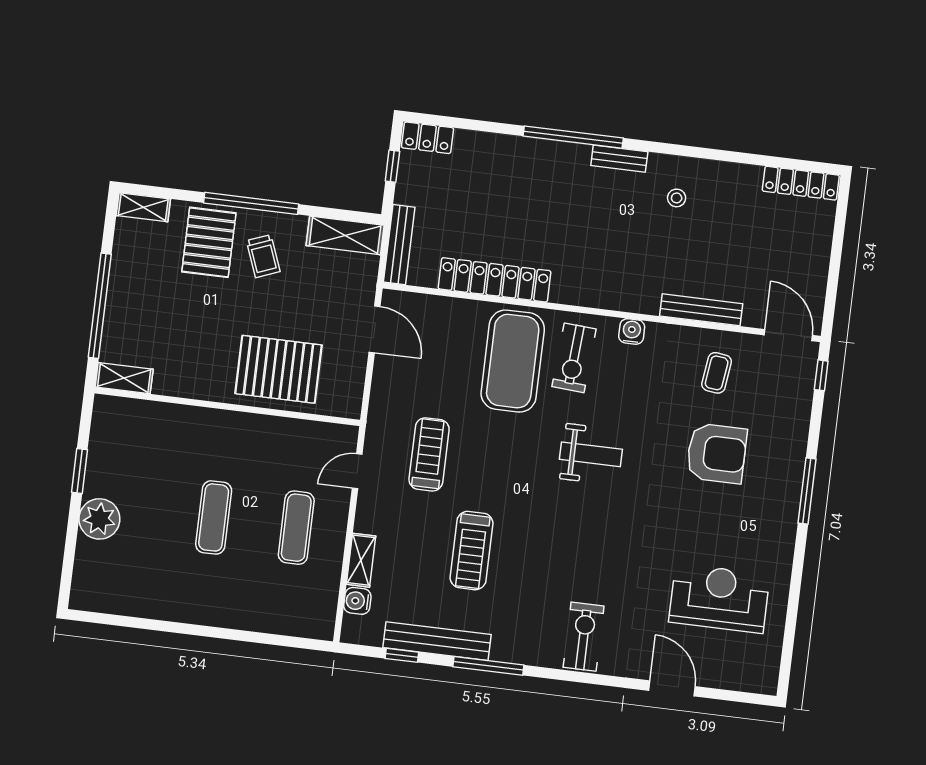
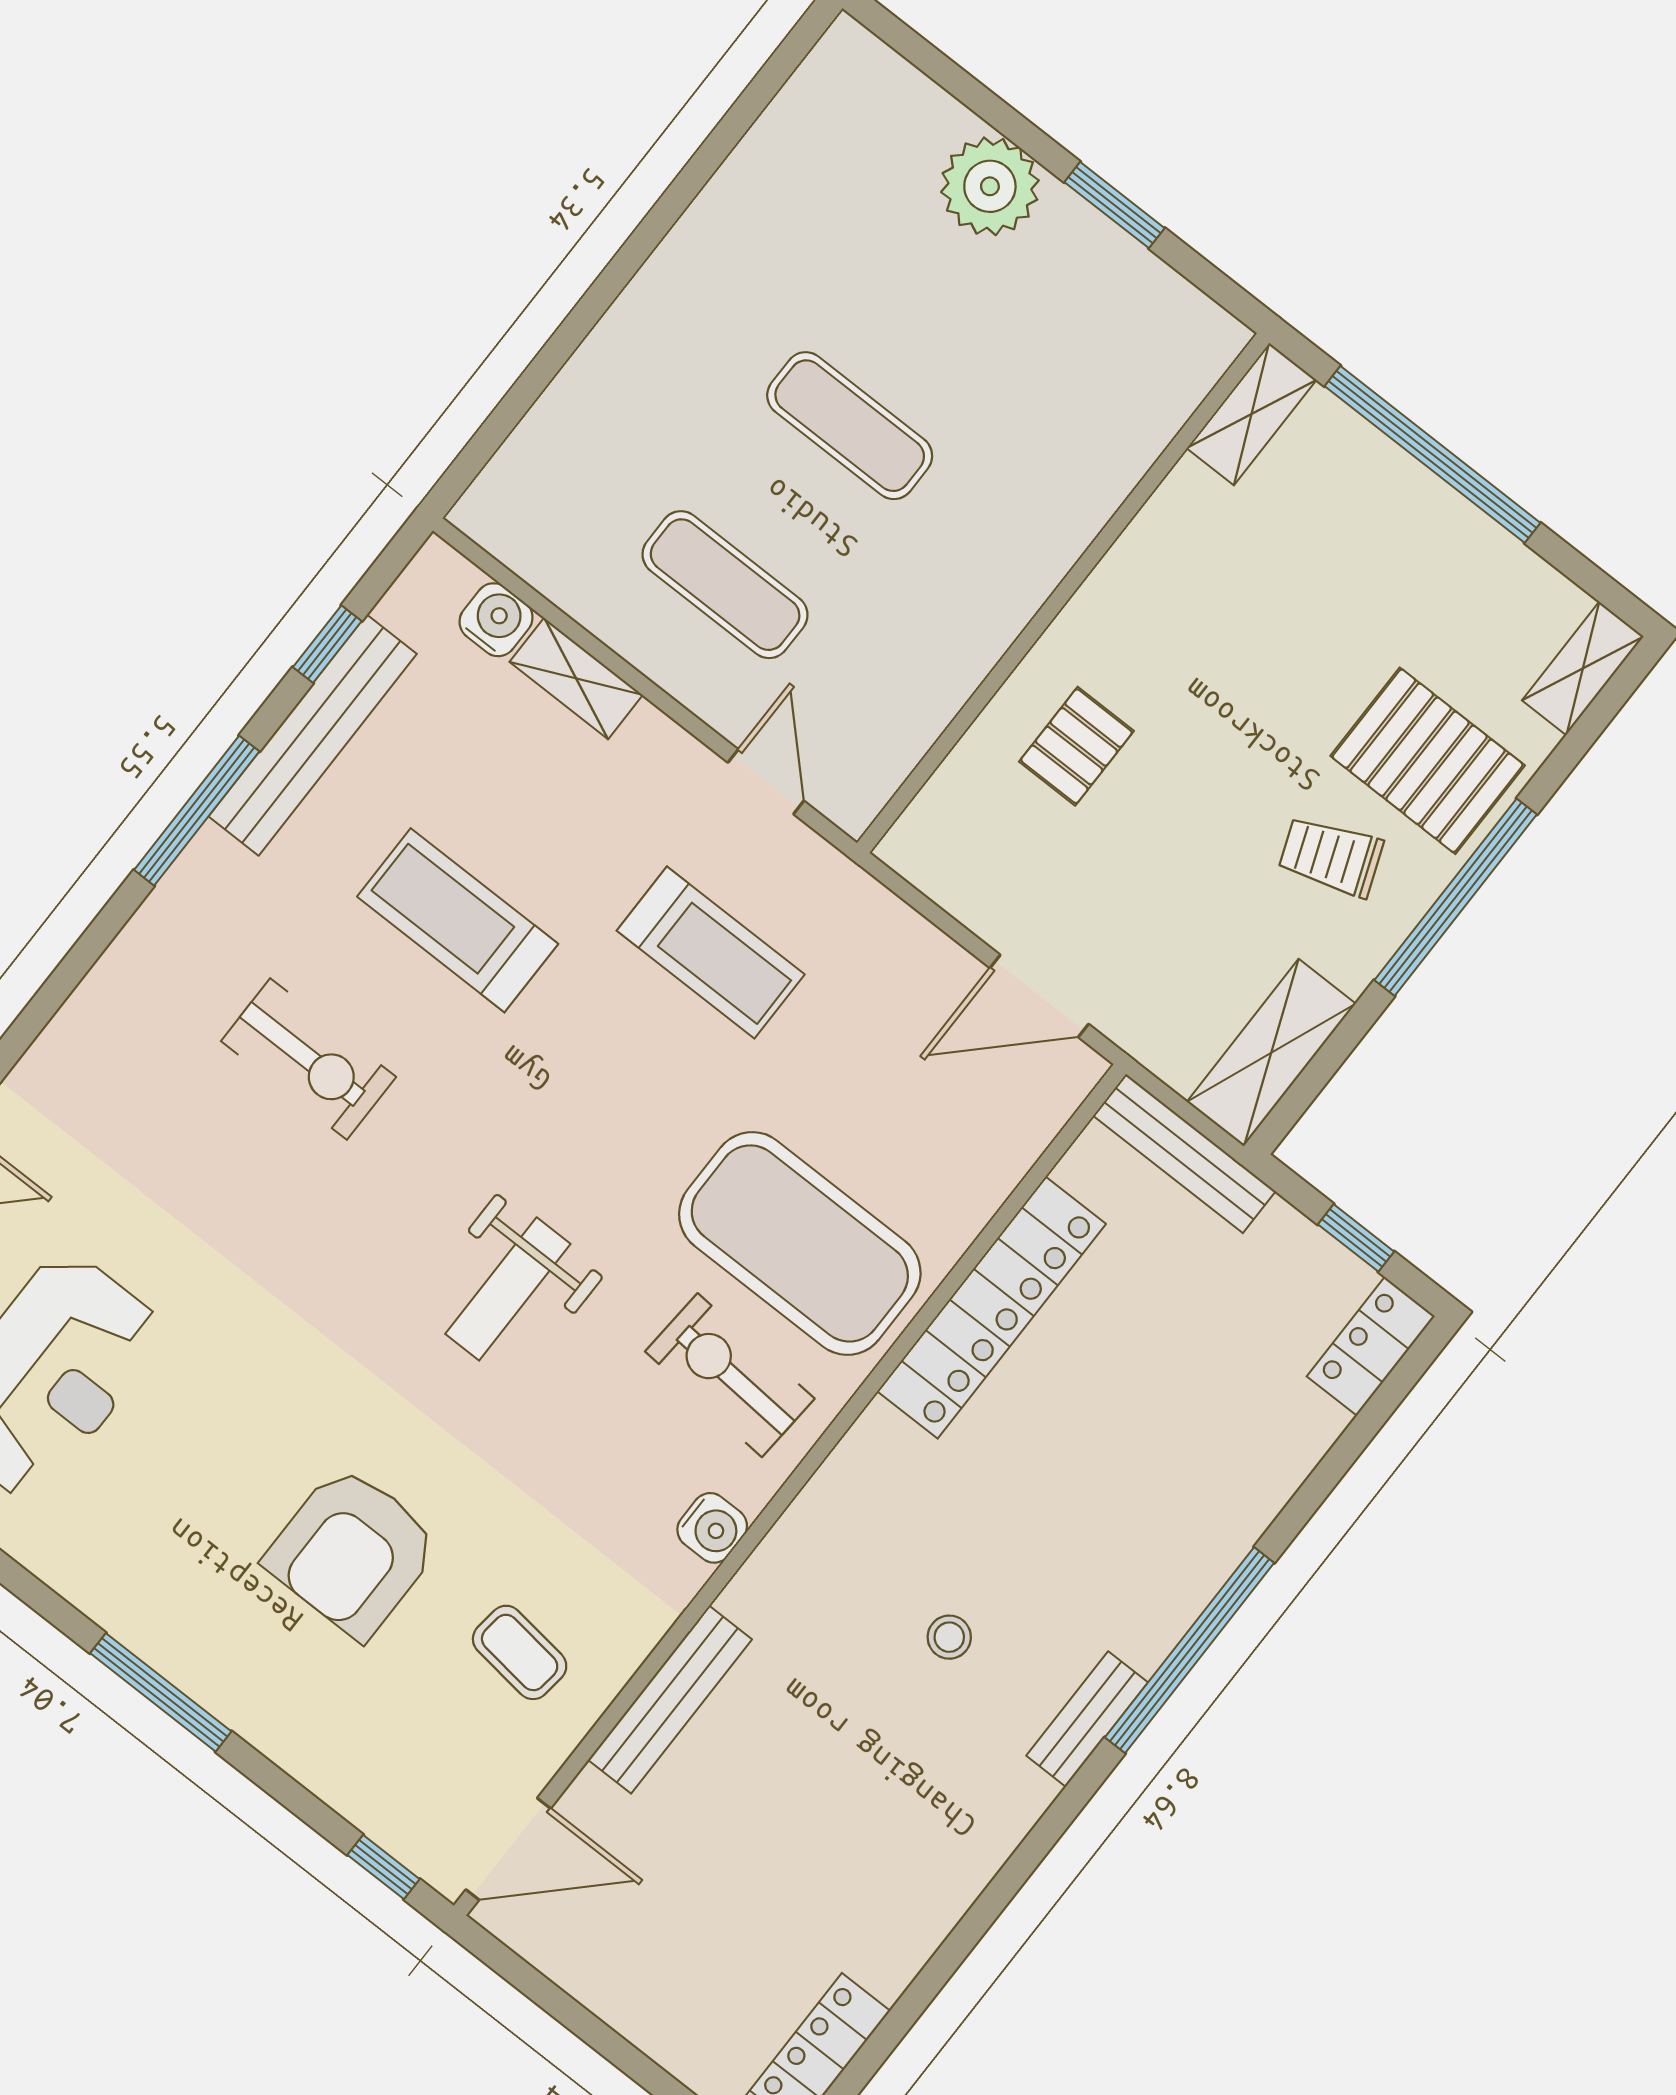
stool: (677, 198) -> (949, 1637), moved
pallet: (278, 369) -> (1076, 746), width x0.49, depth x0.50
exercise bike: (584, 637) -> (309, 1059), moved

